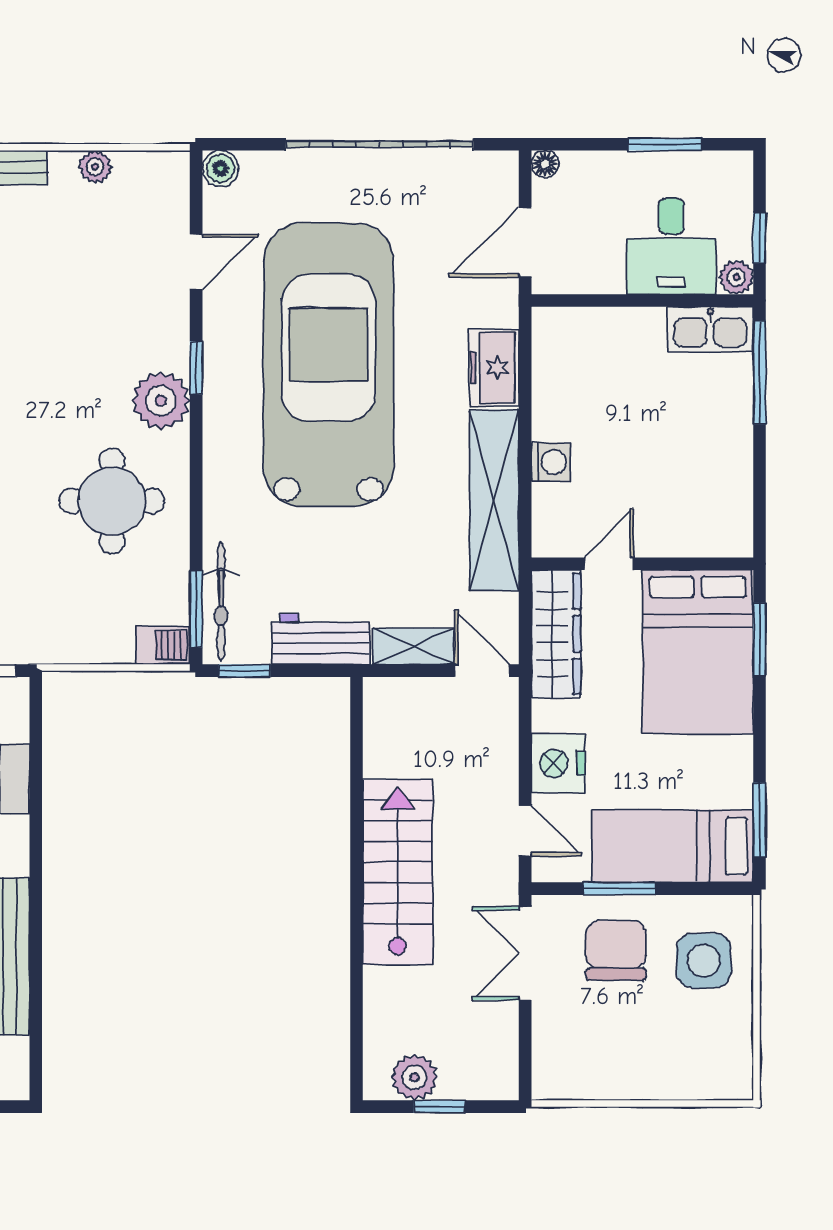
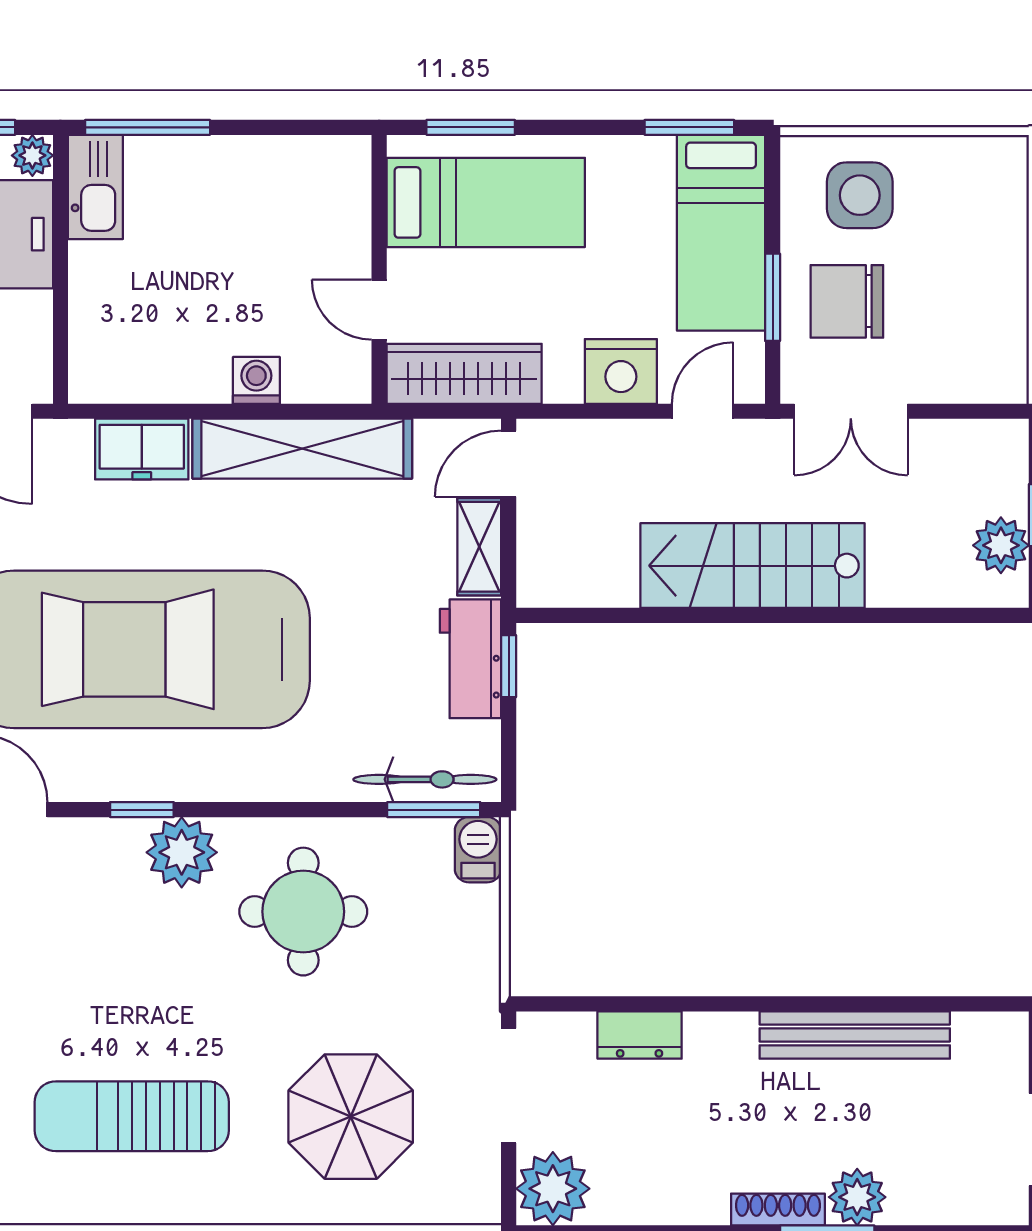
bed: (698, 652) -> (486, 202), width x0.67
window: (245, 671) -> (509, 666), moved

